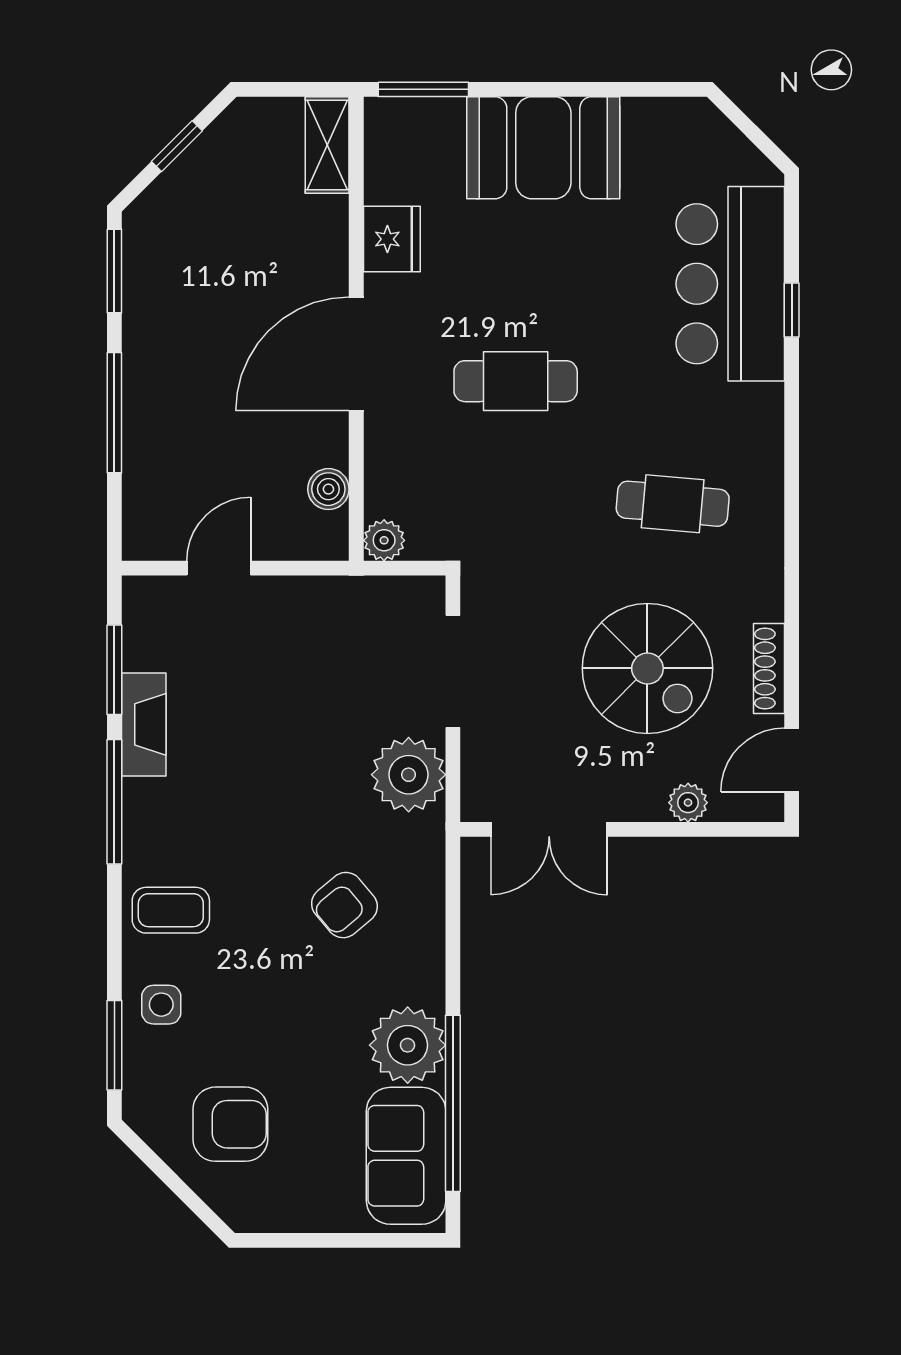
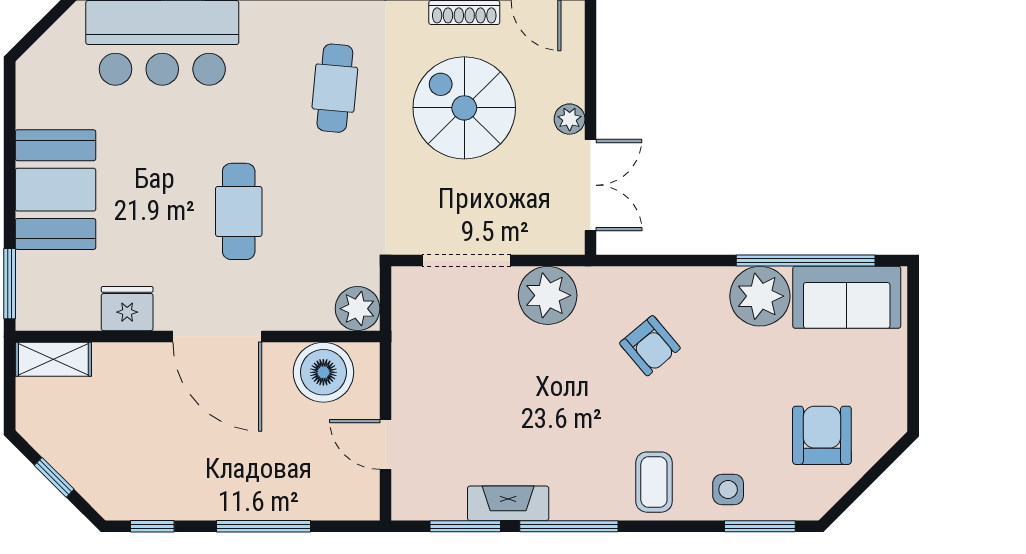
window: (114, 271) -> (152, 526), width x0.67
boiler: (328, 489) -> (323, 372), width x1.86, depth x1.86
plant: (384, 540) -> (358, 309), width x1.38, depth x1.38
spiral stairs: (647, 668) -> (464, 108), turned -90
plant: (688, 803) -> (570, 119), moved

